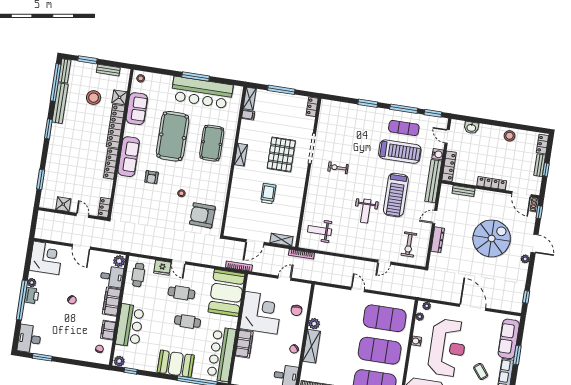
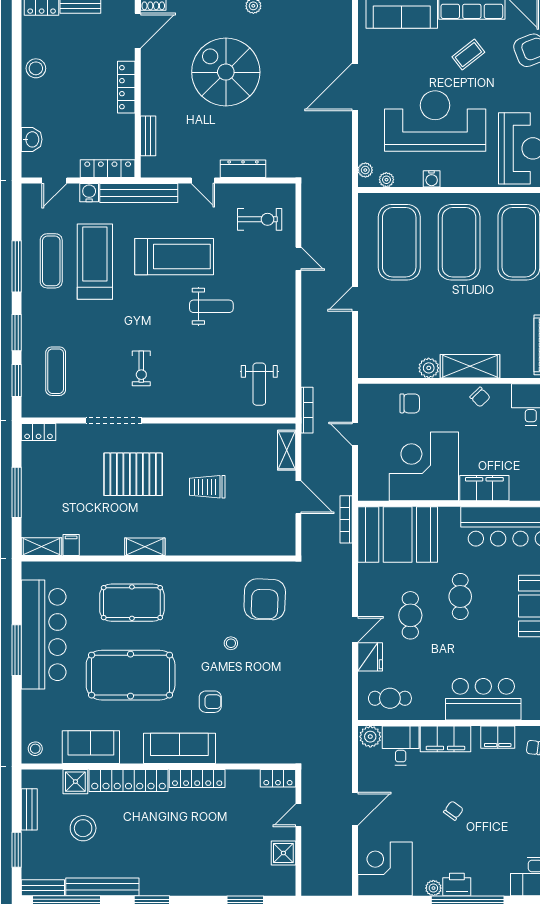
window: (433, 113) -> (17, 381), moved
exercise mat: (344, 121) -> (56, 371), added

